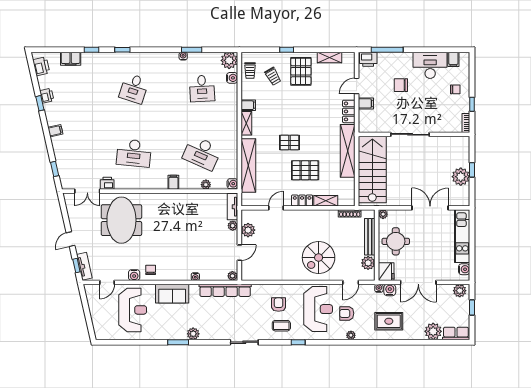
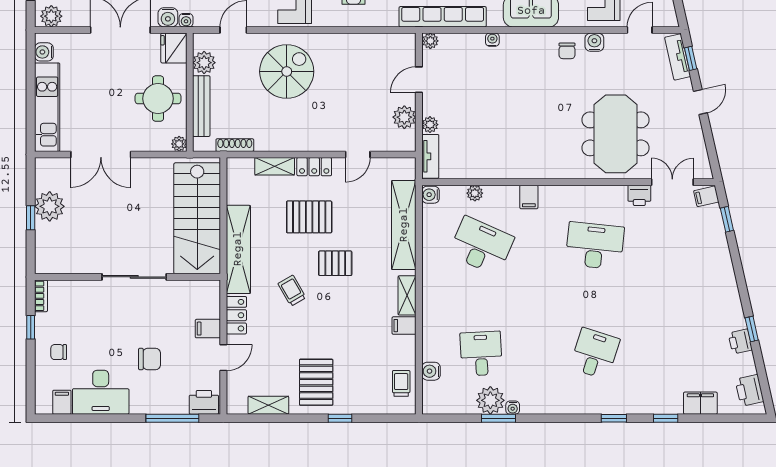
plant: (229, 60) -> (490, 400), moved
trolley: (273, 76) -> (292, 291), moved
filing cabinet: (55, 131) -> (706, 196), moved

